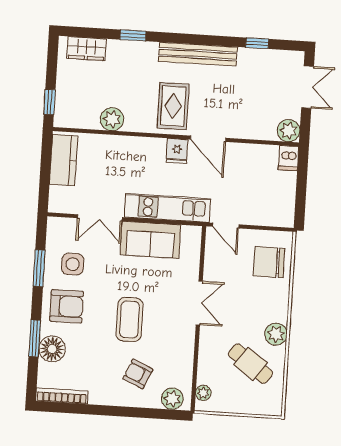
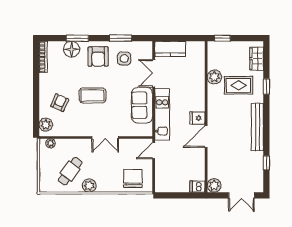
rug: (173, 106) -> (238, 85), moved
kitchen counter: (63, 160) -> (170, 49), moved

